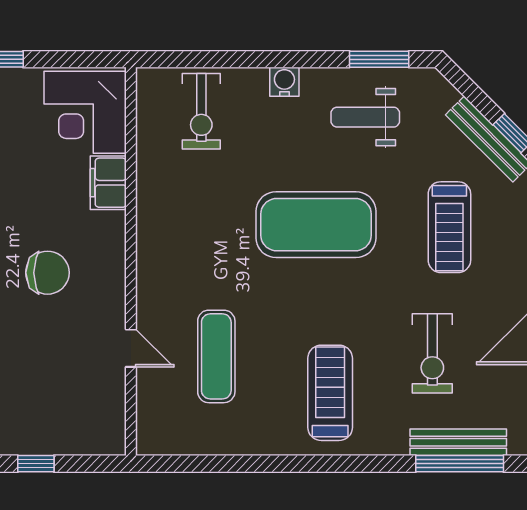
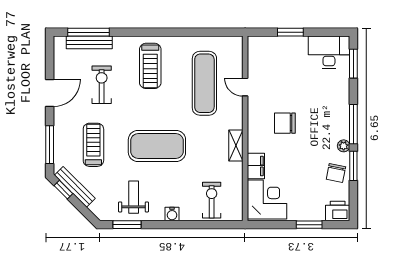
weight bench: (365, 117) -> (134, 197), turned -90
shelving: (150, 226) -> (236, 146), added
exercise mat: (216, 356) -> (204, 83), width x1.36, depth x1.45
window: (36, 464) -> (290, 32), width x1.50

